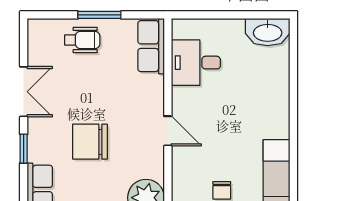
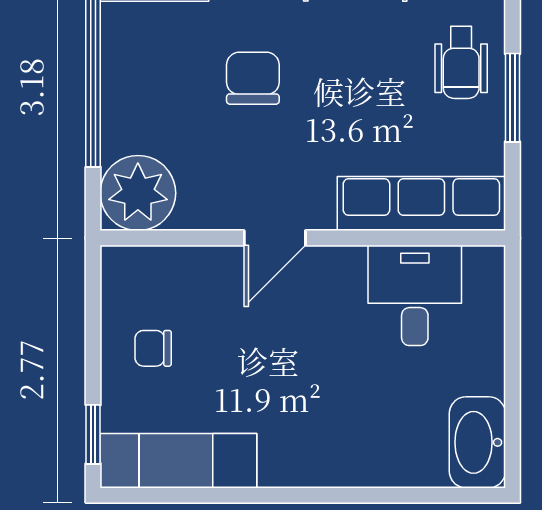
row of seats: (151, 46) -> (421, 204), width x1.48
chair: (90, 142) -> (253, 78), width x0.73, depth x0.73

